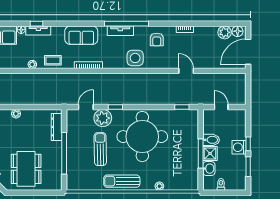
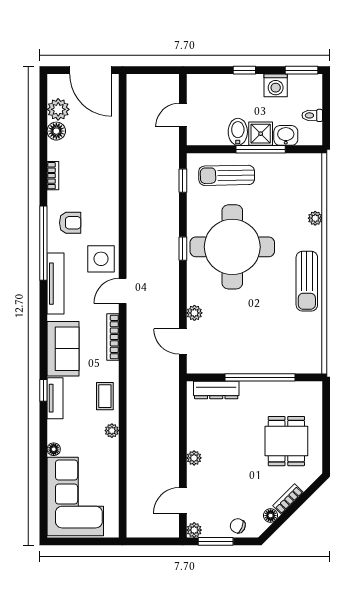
window: (37, 24) -> (43, 390), moved
window: (127, 24) -> (43, 243), moved
tv unit: (38, 30) -> (55, 398), moved
tv unit: (120, 31) -> (55, 284), width x1.41
floor lamp: (238, 31) -> (56, 131), moved
door: (186, 71) -> (123, 291), moved
window: (115, 107) -> (183, 249), moved
plant: (103, 118) -> (194, 313), width x0.53, depth x0.53
washing machine: (239, 147) -> (276, 85), moved
sun lounger: (100, 149) -> (227, 175), moved
window: (248, 167) -> (302, 70), moved
dining table: (26, 169) -> (286, 441), width x0.73

